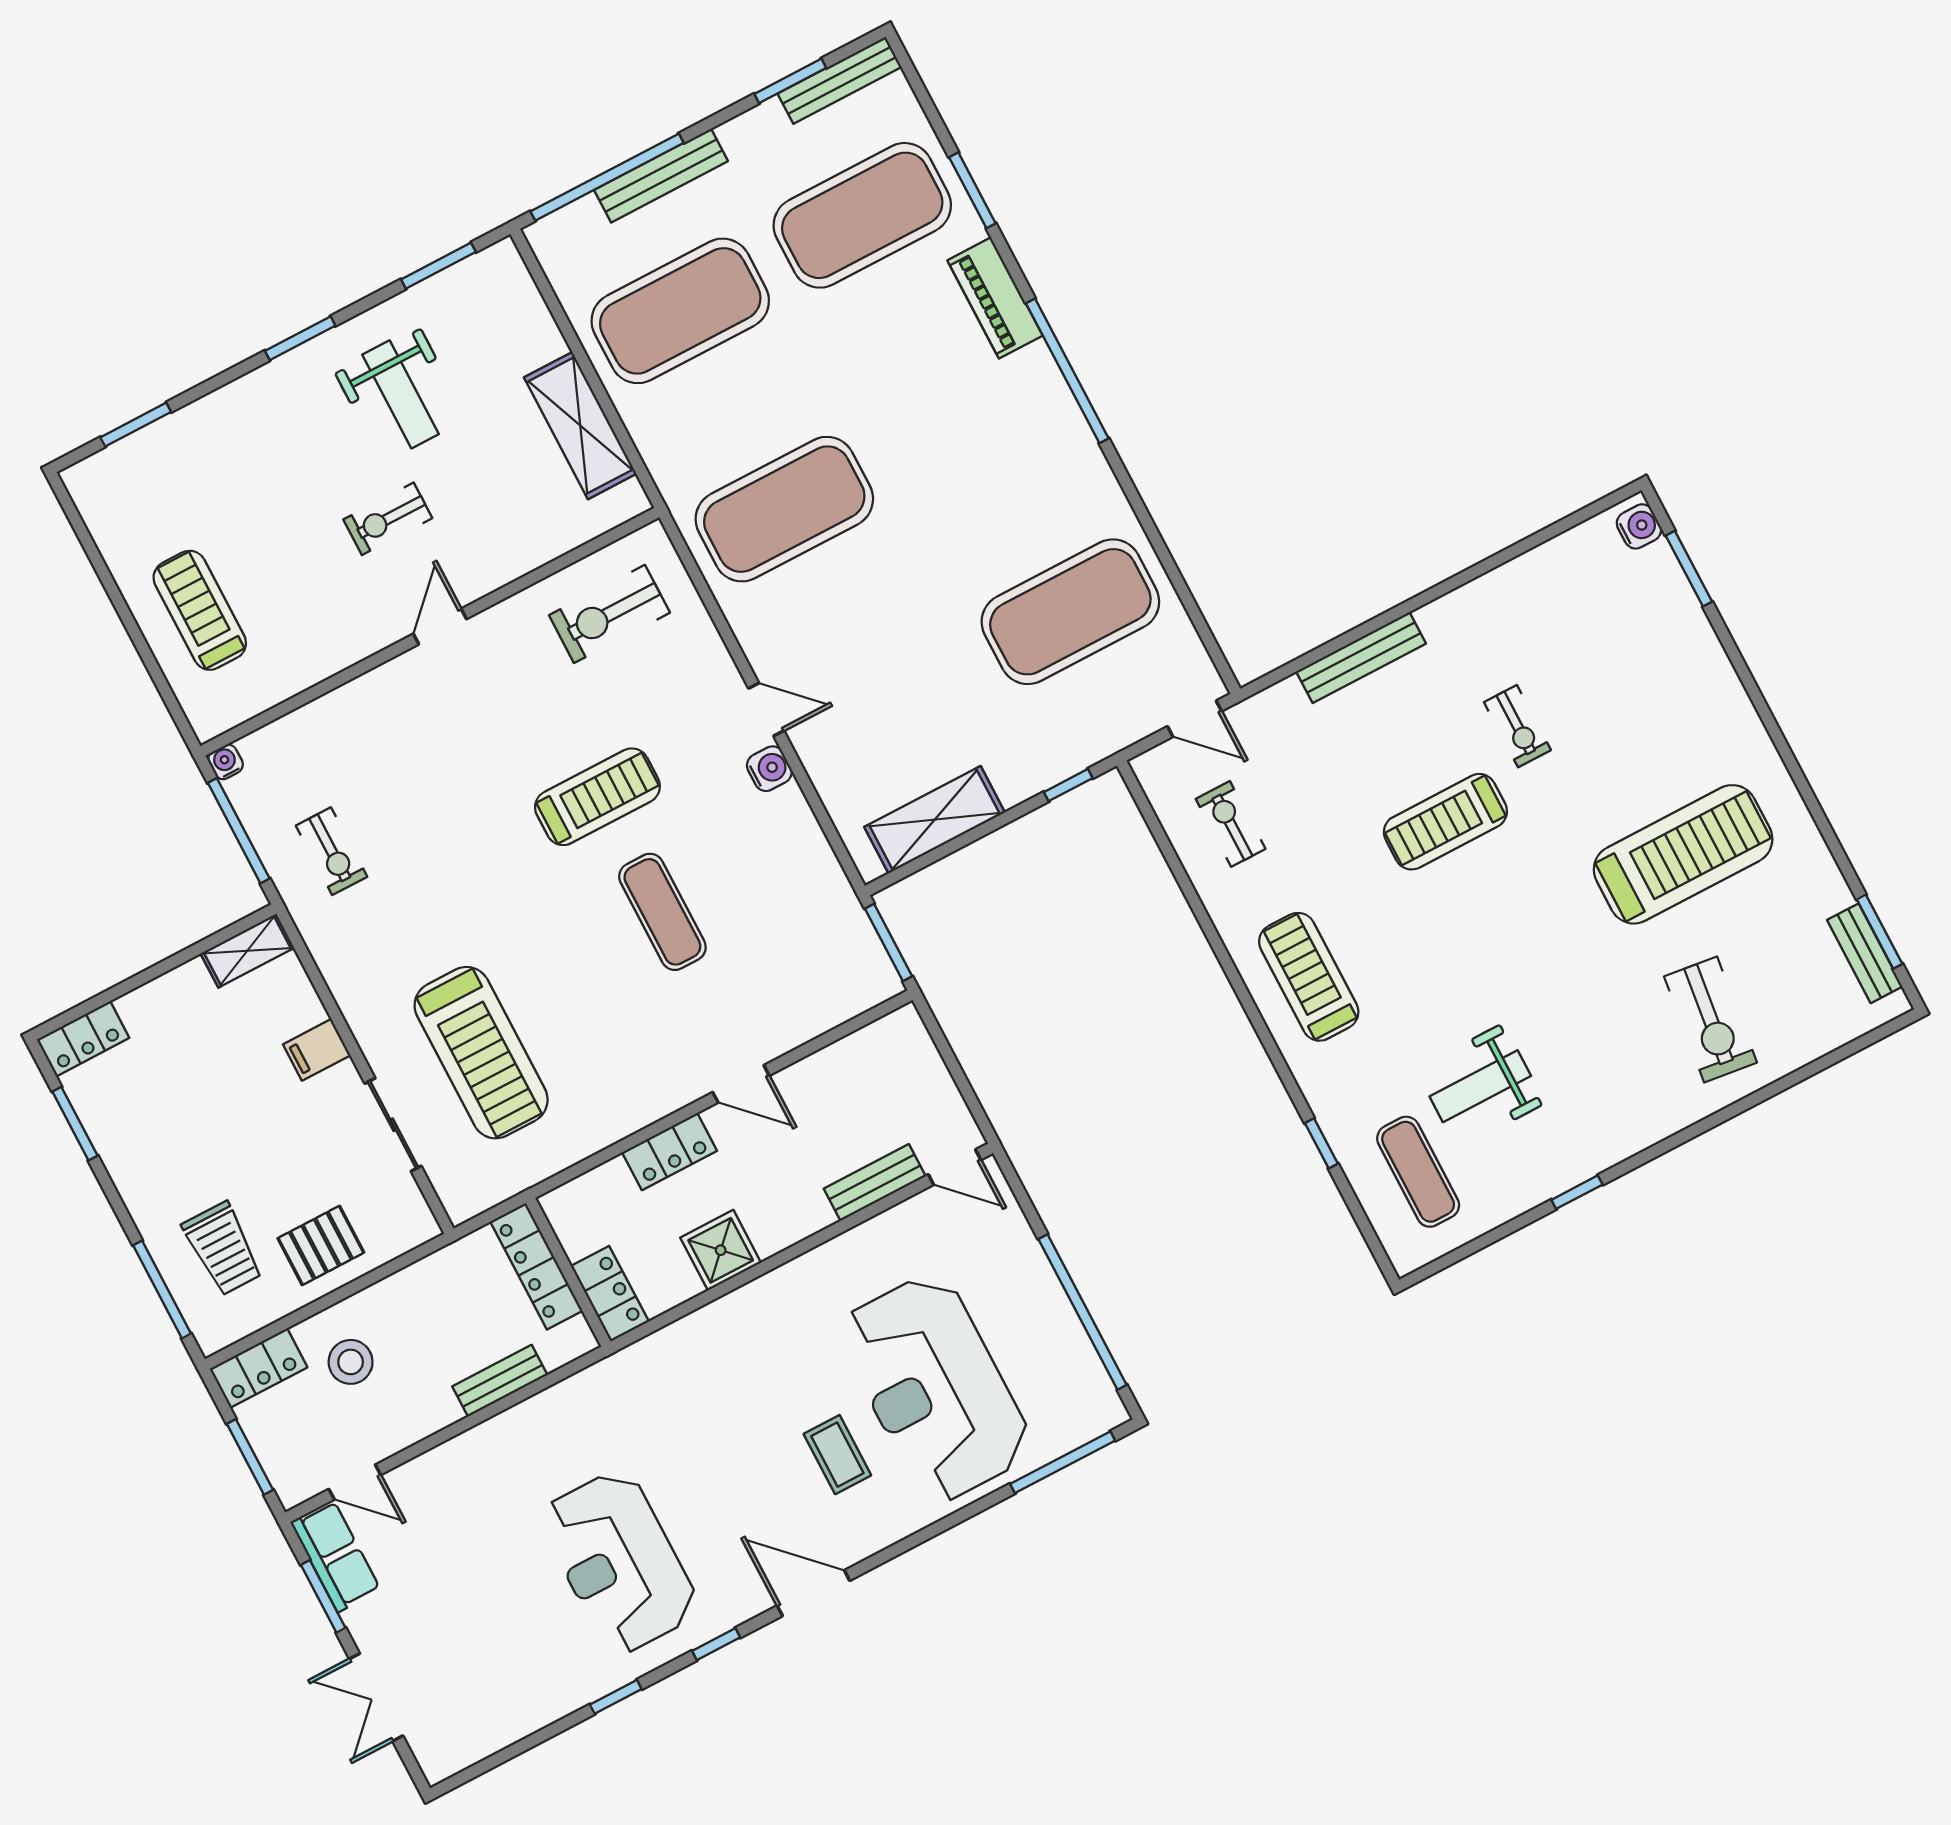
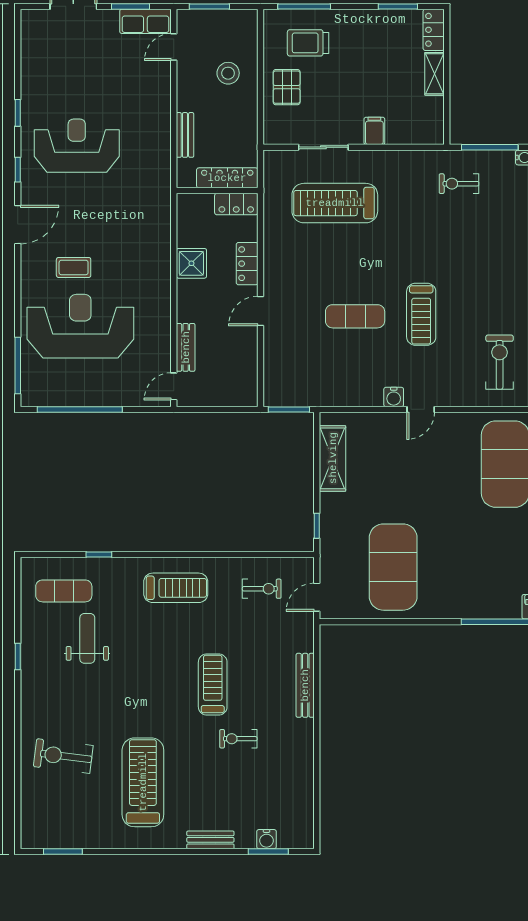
water cooler: (1639, 526) -> (267, 839), moved
treadmill: (1683, 854) -> (143, 782), turned 180
shelving: (247, 951) -> (434, 74), moved
bench: (1865, 953) -> (210, 840), moved
locker: (610, 1294) -> (236, 204), moved
locker: (259, 1368) -> (247, 31), removed

